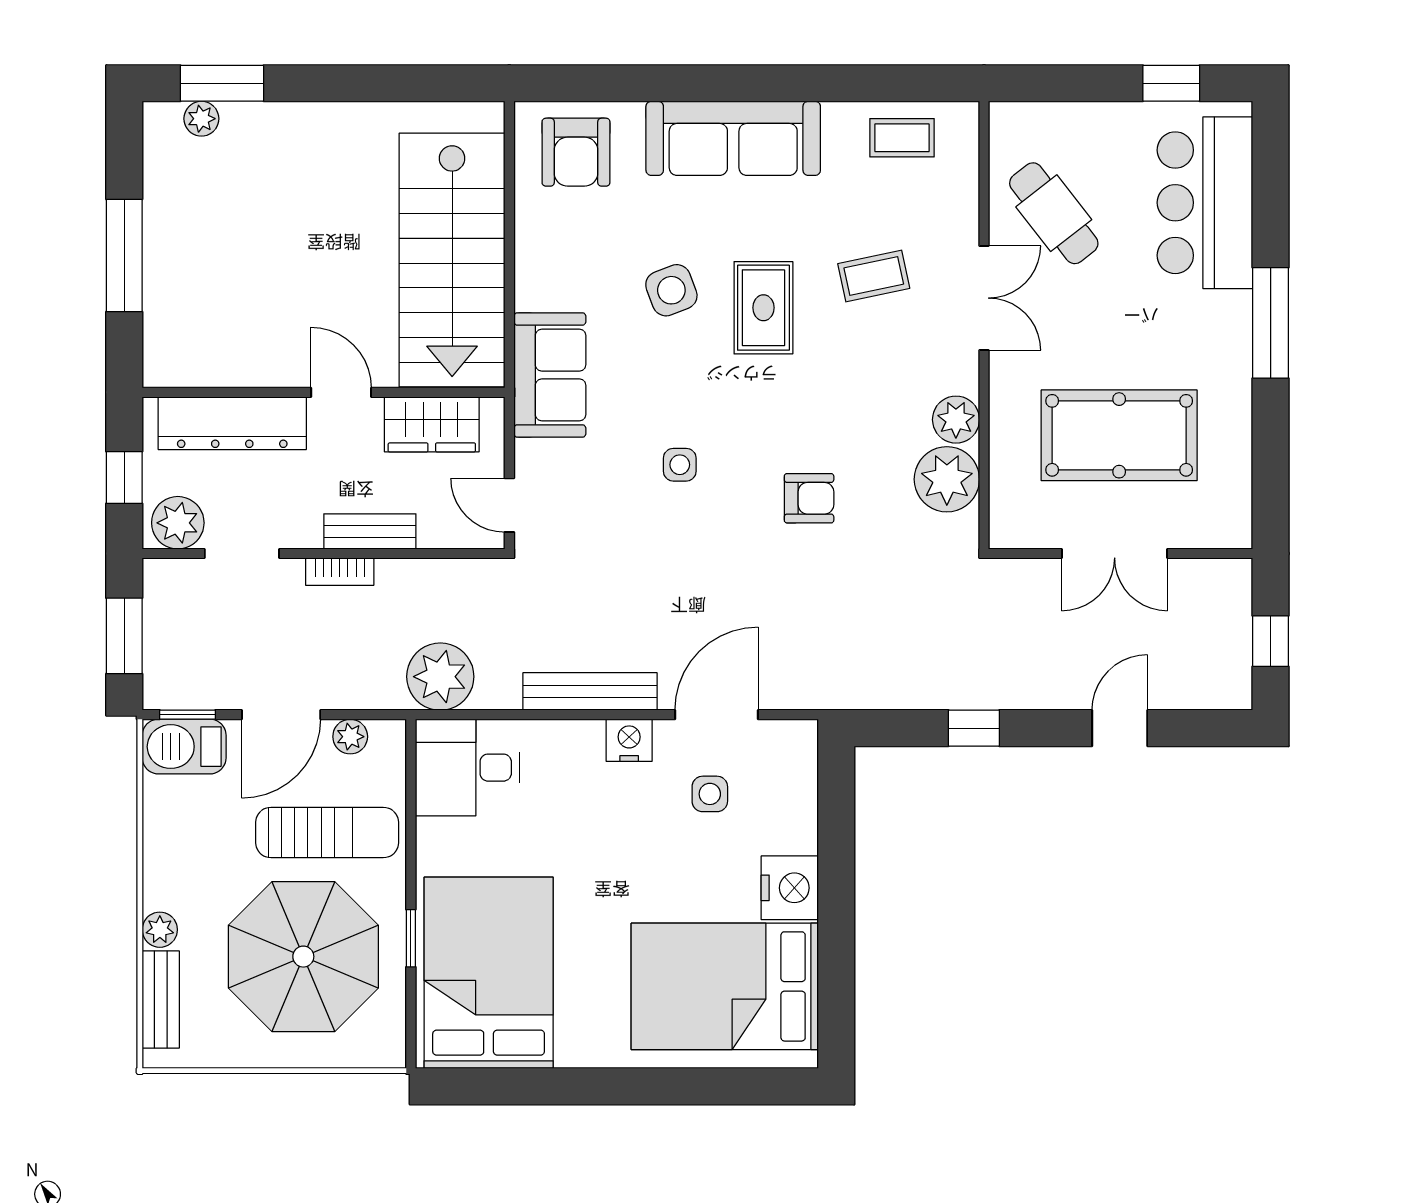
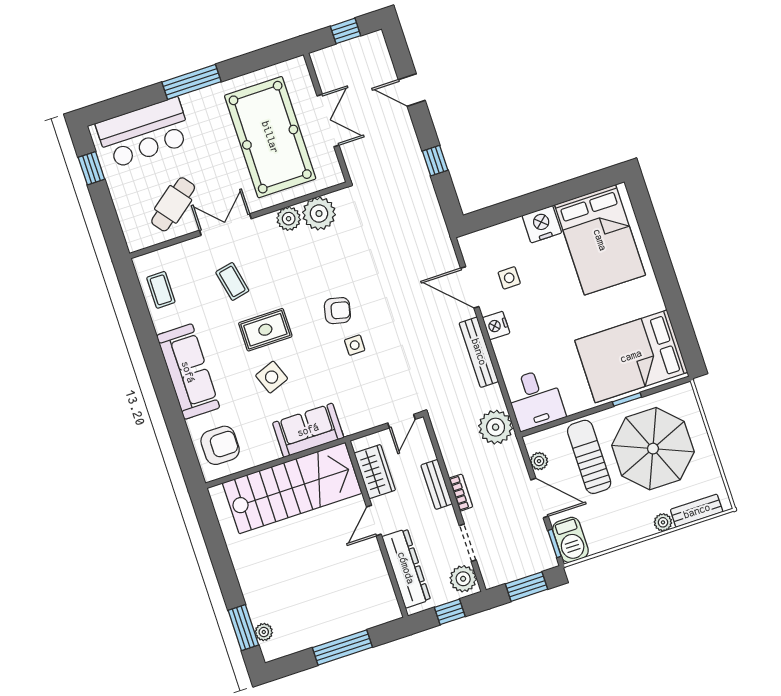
sofa: (550, 375) -> (308, 430), moved
pool table: (1119, 435) -> (270, 137), width x1.36, depth x1.32
armchair: (809, 498) -> (337, 311), moved, turned 103

